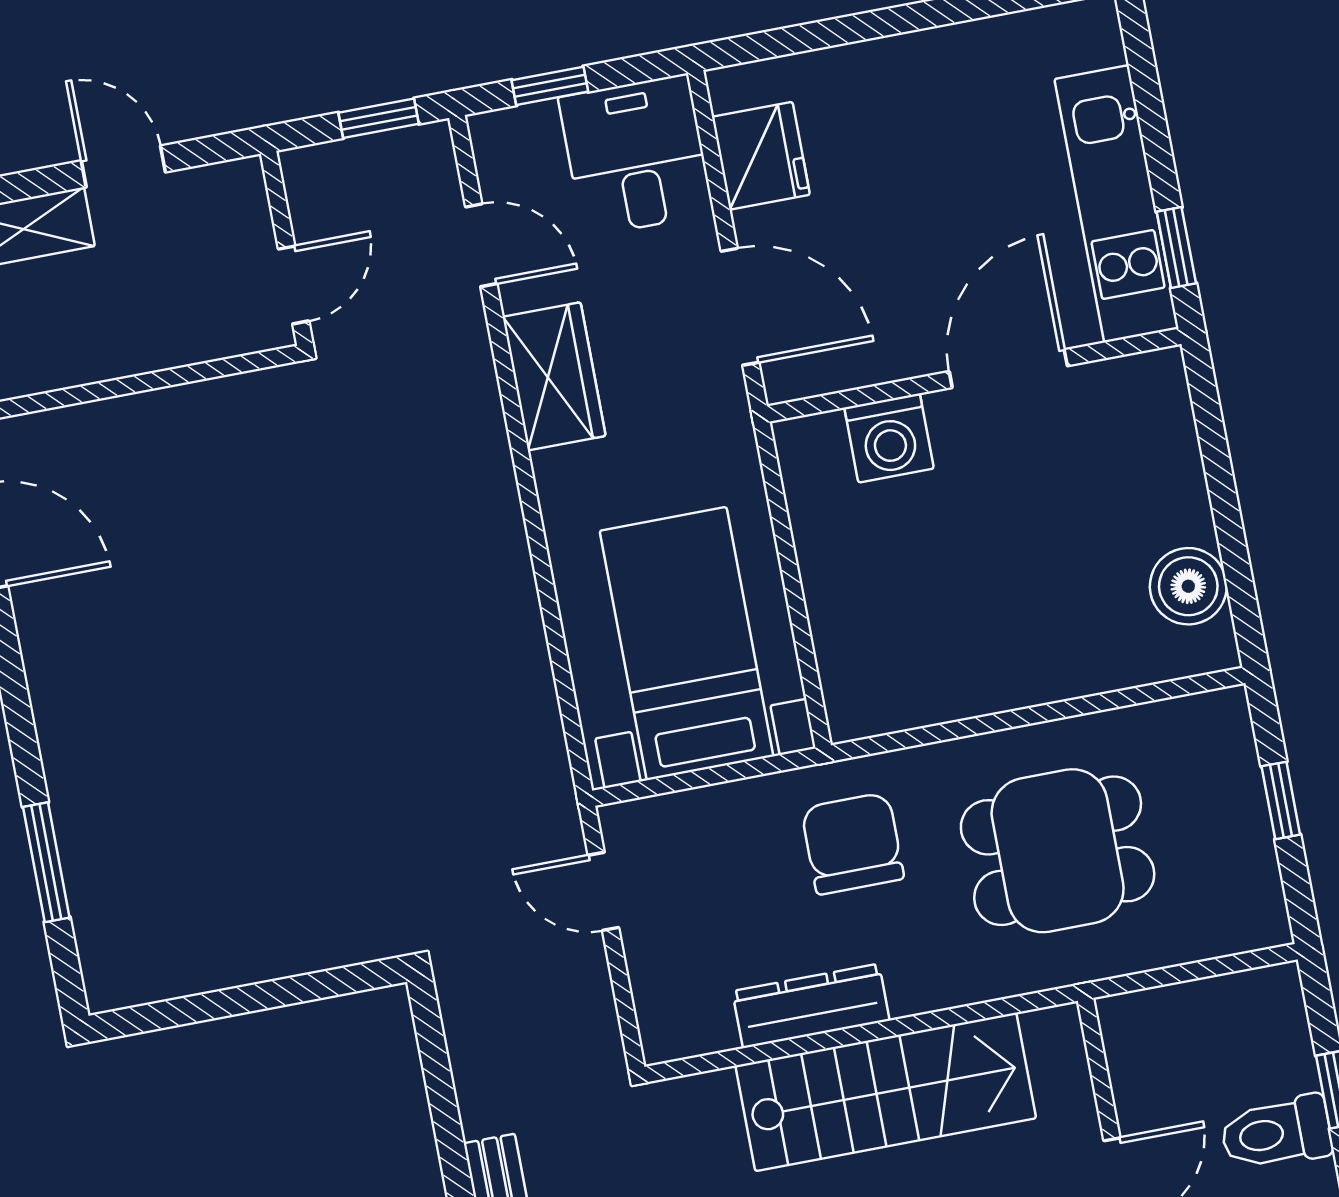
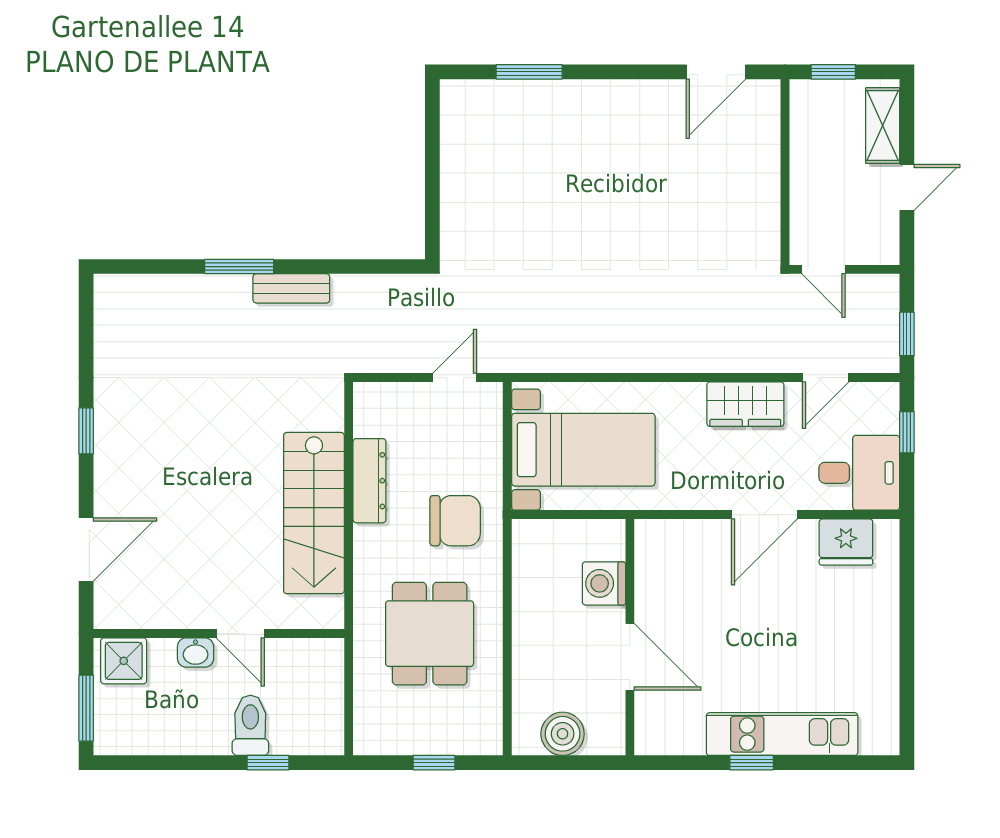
door: (1008, 369) -> (630, 657), moved
wall: (974, 375) -> (630, 637), moved
washing machine: (889, 438) -> (604, 583), moved

